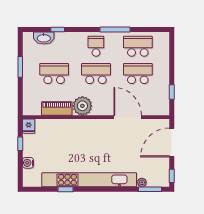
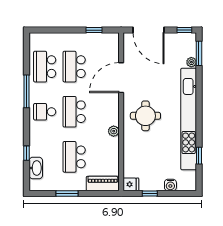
plant: (82, 106) -> (114, 131), width x0.53, depth x0.53
piano: (57, 109) -> (103, 184), moved, turned 90
round table: (92, 140) -> (145, 116), added
window: (65, 189) -> (199, 156), moved

